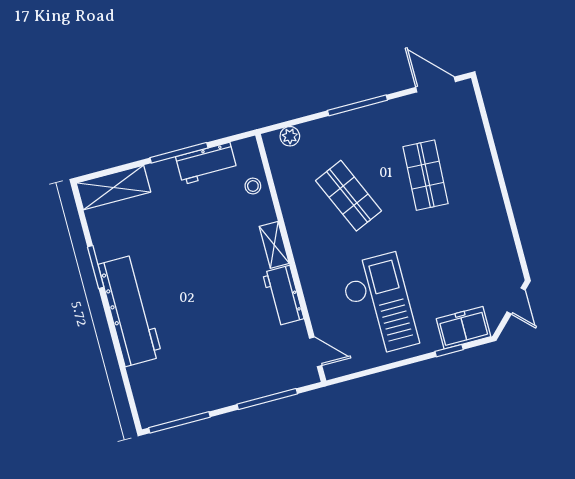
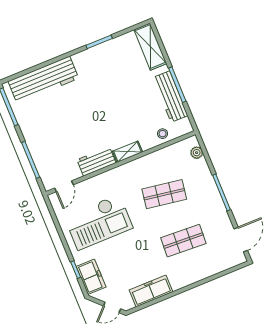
workbench: (206, 163) -> (170, 97), width x1.38
shop shelf: (349, 196) -> (164, 194), turned 33
freezer: (498, 236) -> (151, 291), added
workbench: (130, 311) -> (43, 80), moved

